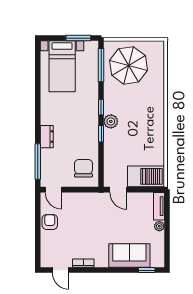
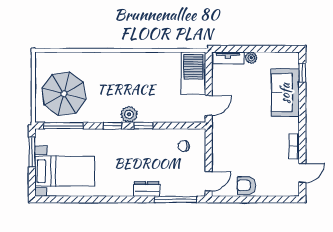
chair: (84, 168) -> (184, 146), width x0.54, depth x0.54

